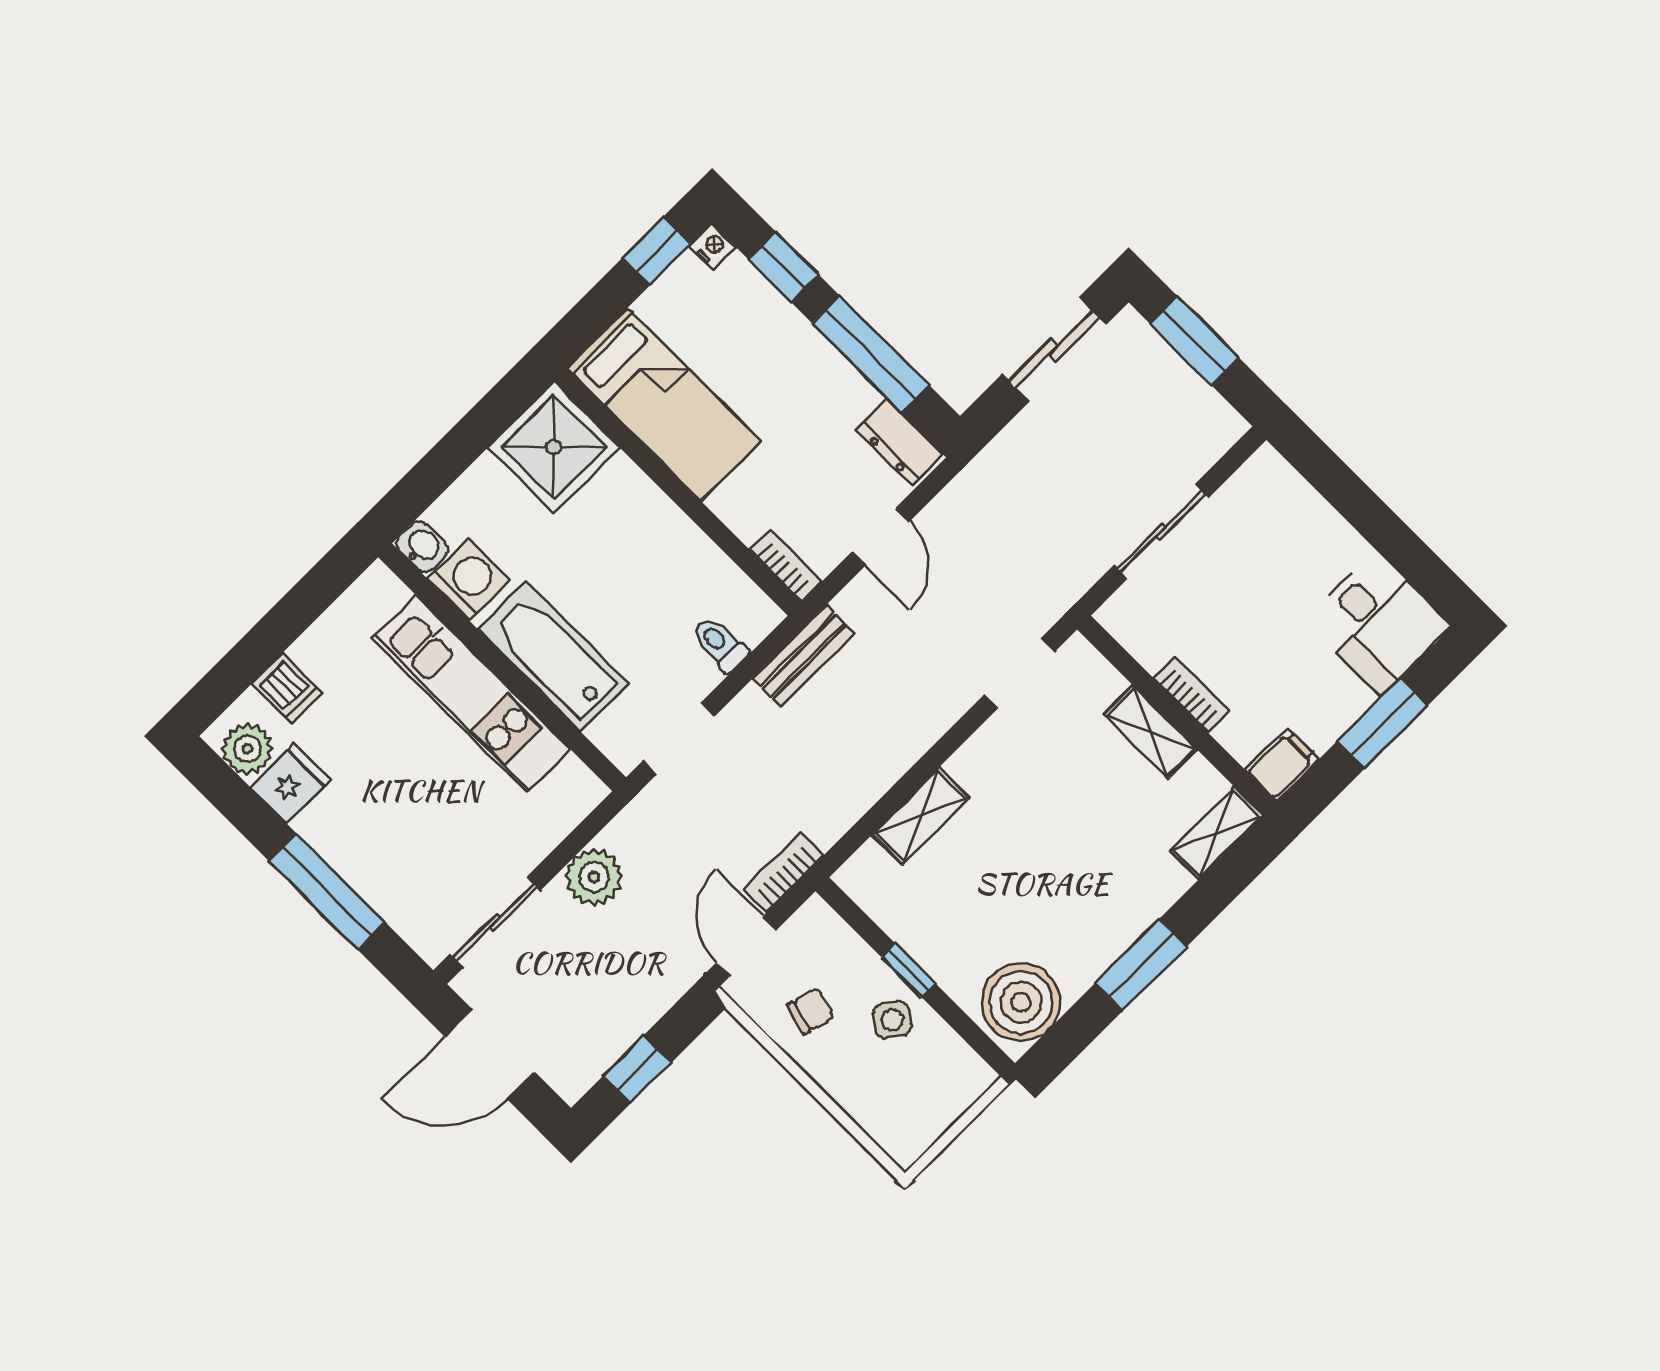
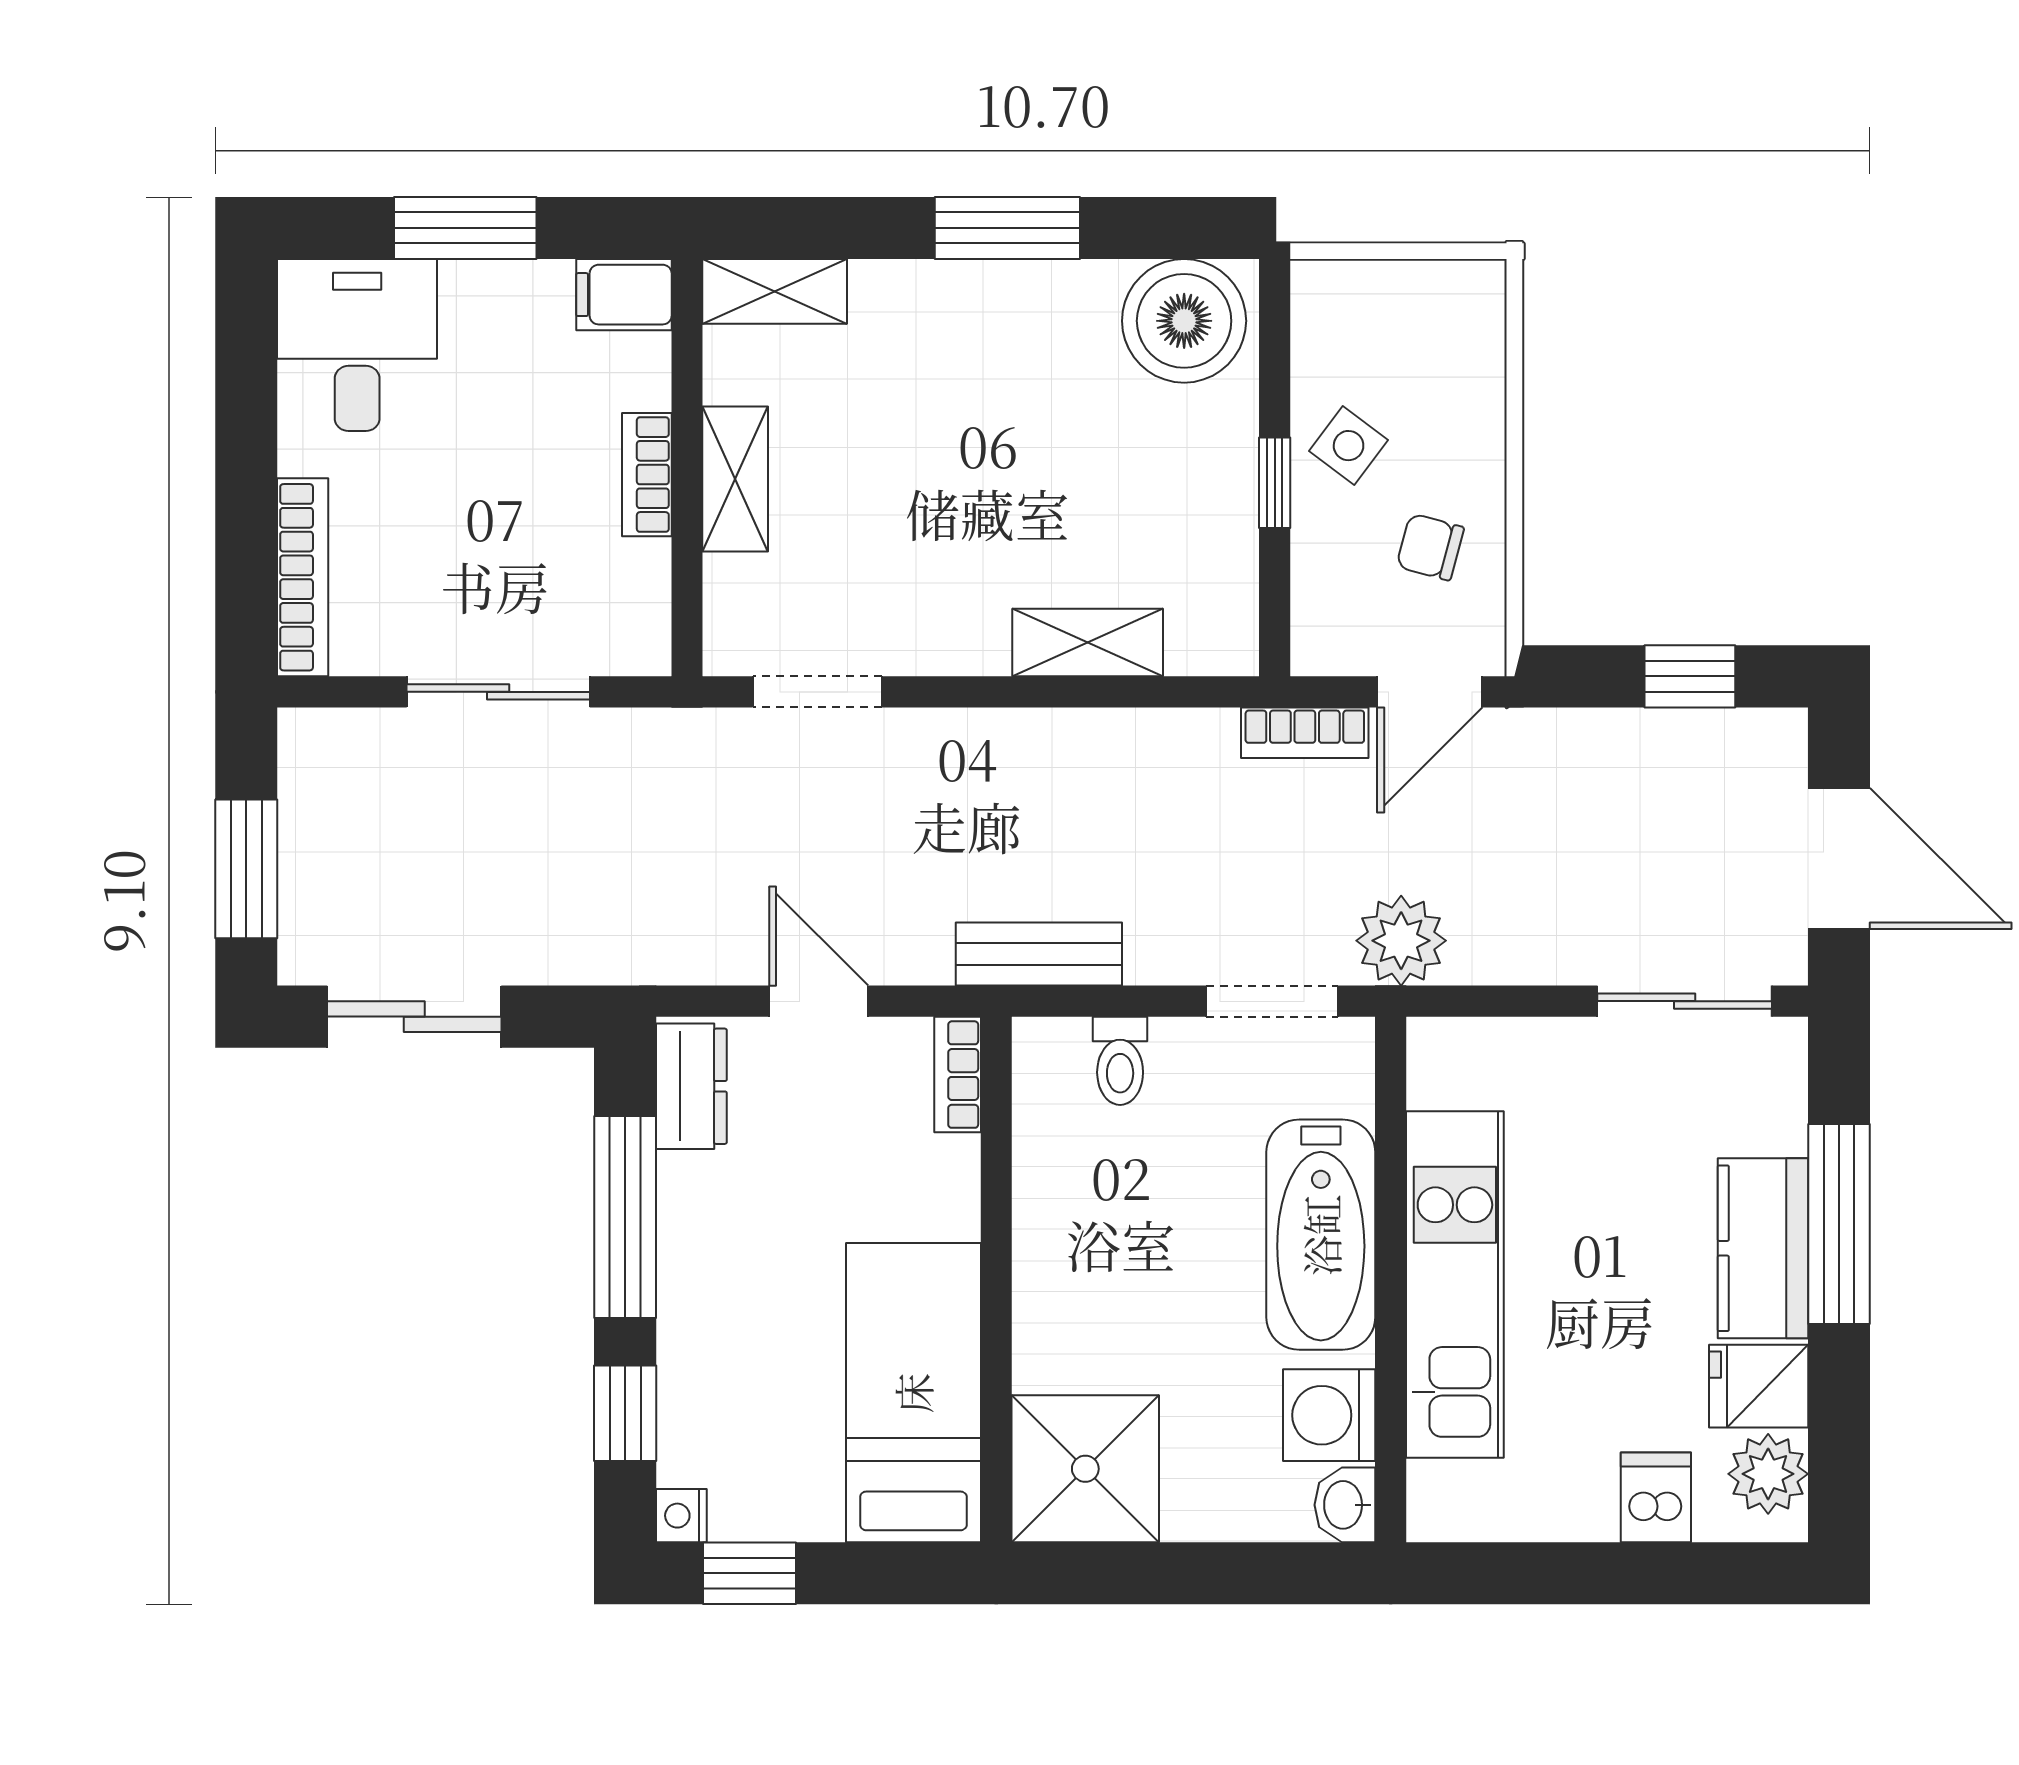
bookcase: (1299, 496) -> (303, 577), added
door: (881, 537) -> (819, 1001), hinge flipped
kitchen counter: (350, 847) -> (1763, 1248), added
plant: (594, 877) -> (1401, 941), moved

